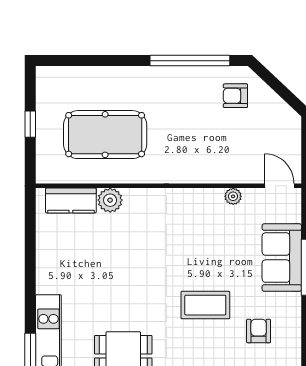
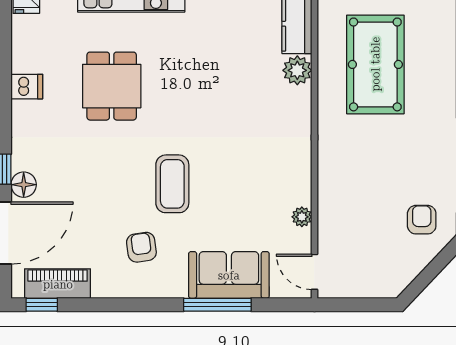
door: (279, 186) -> (314, 272), swing flipped
armchair: (259, 331) -> (141, 247), turned -98

